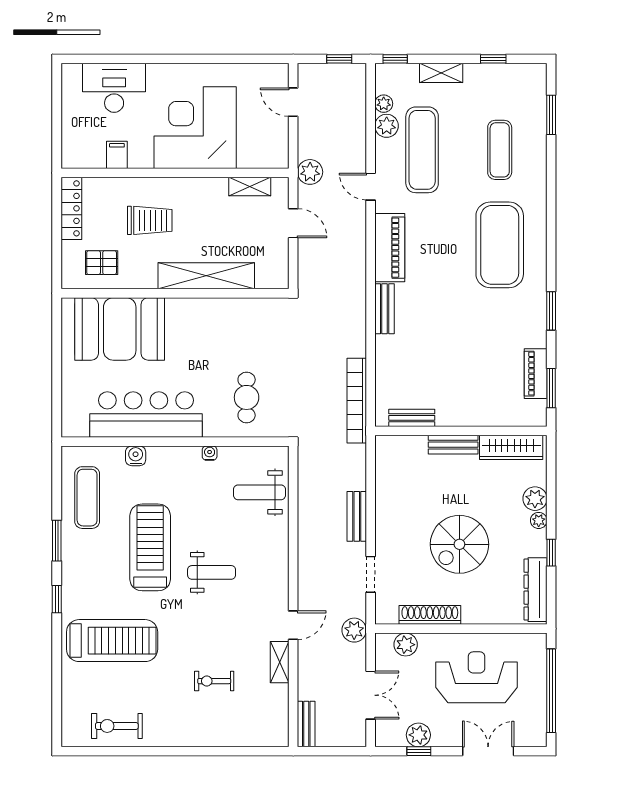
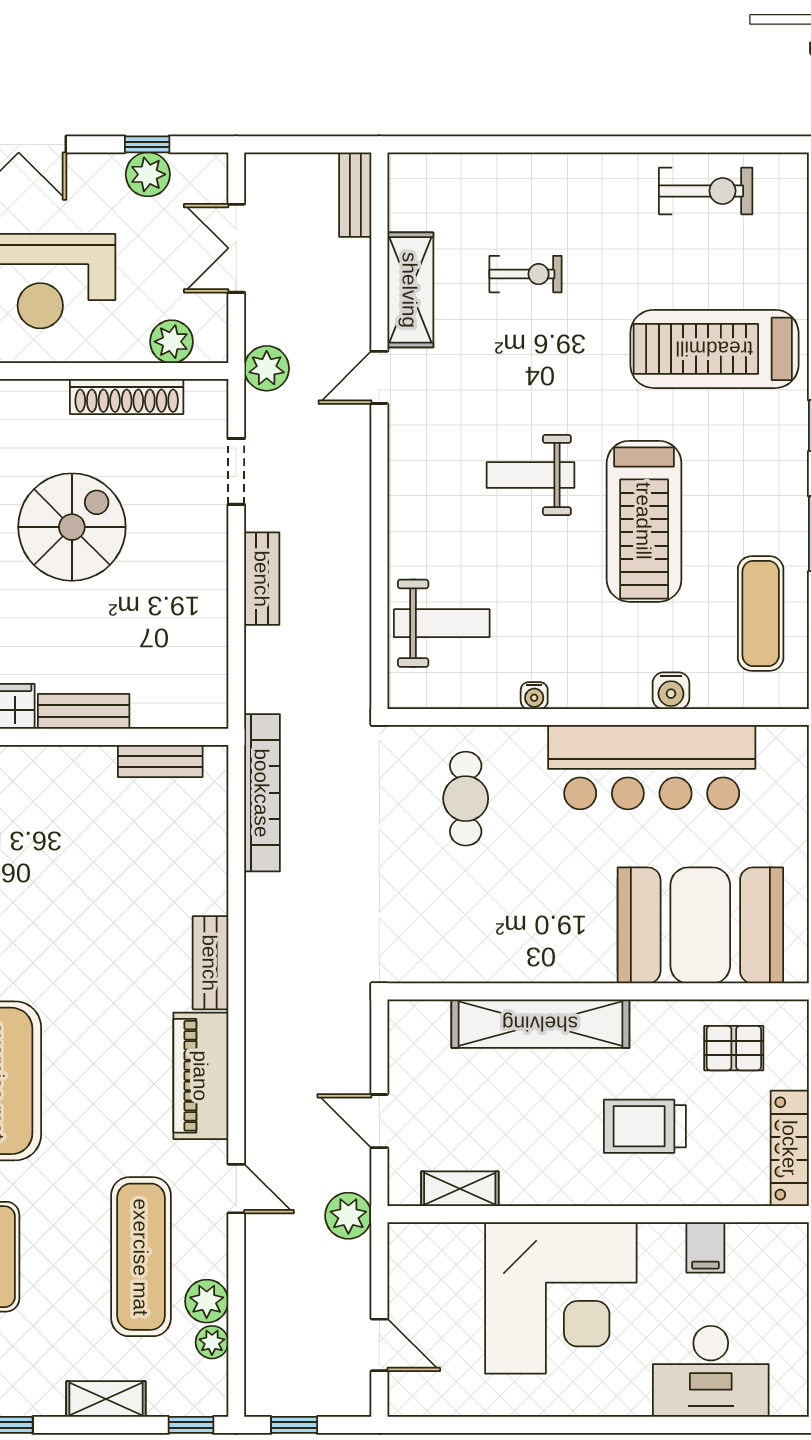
shelving: (280, 662) -> (410, 290), width x1.50, depth x1.33

